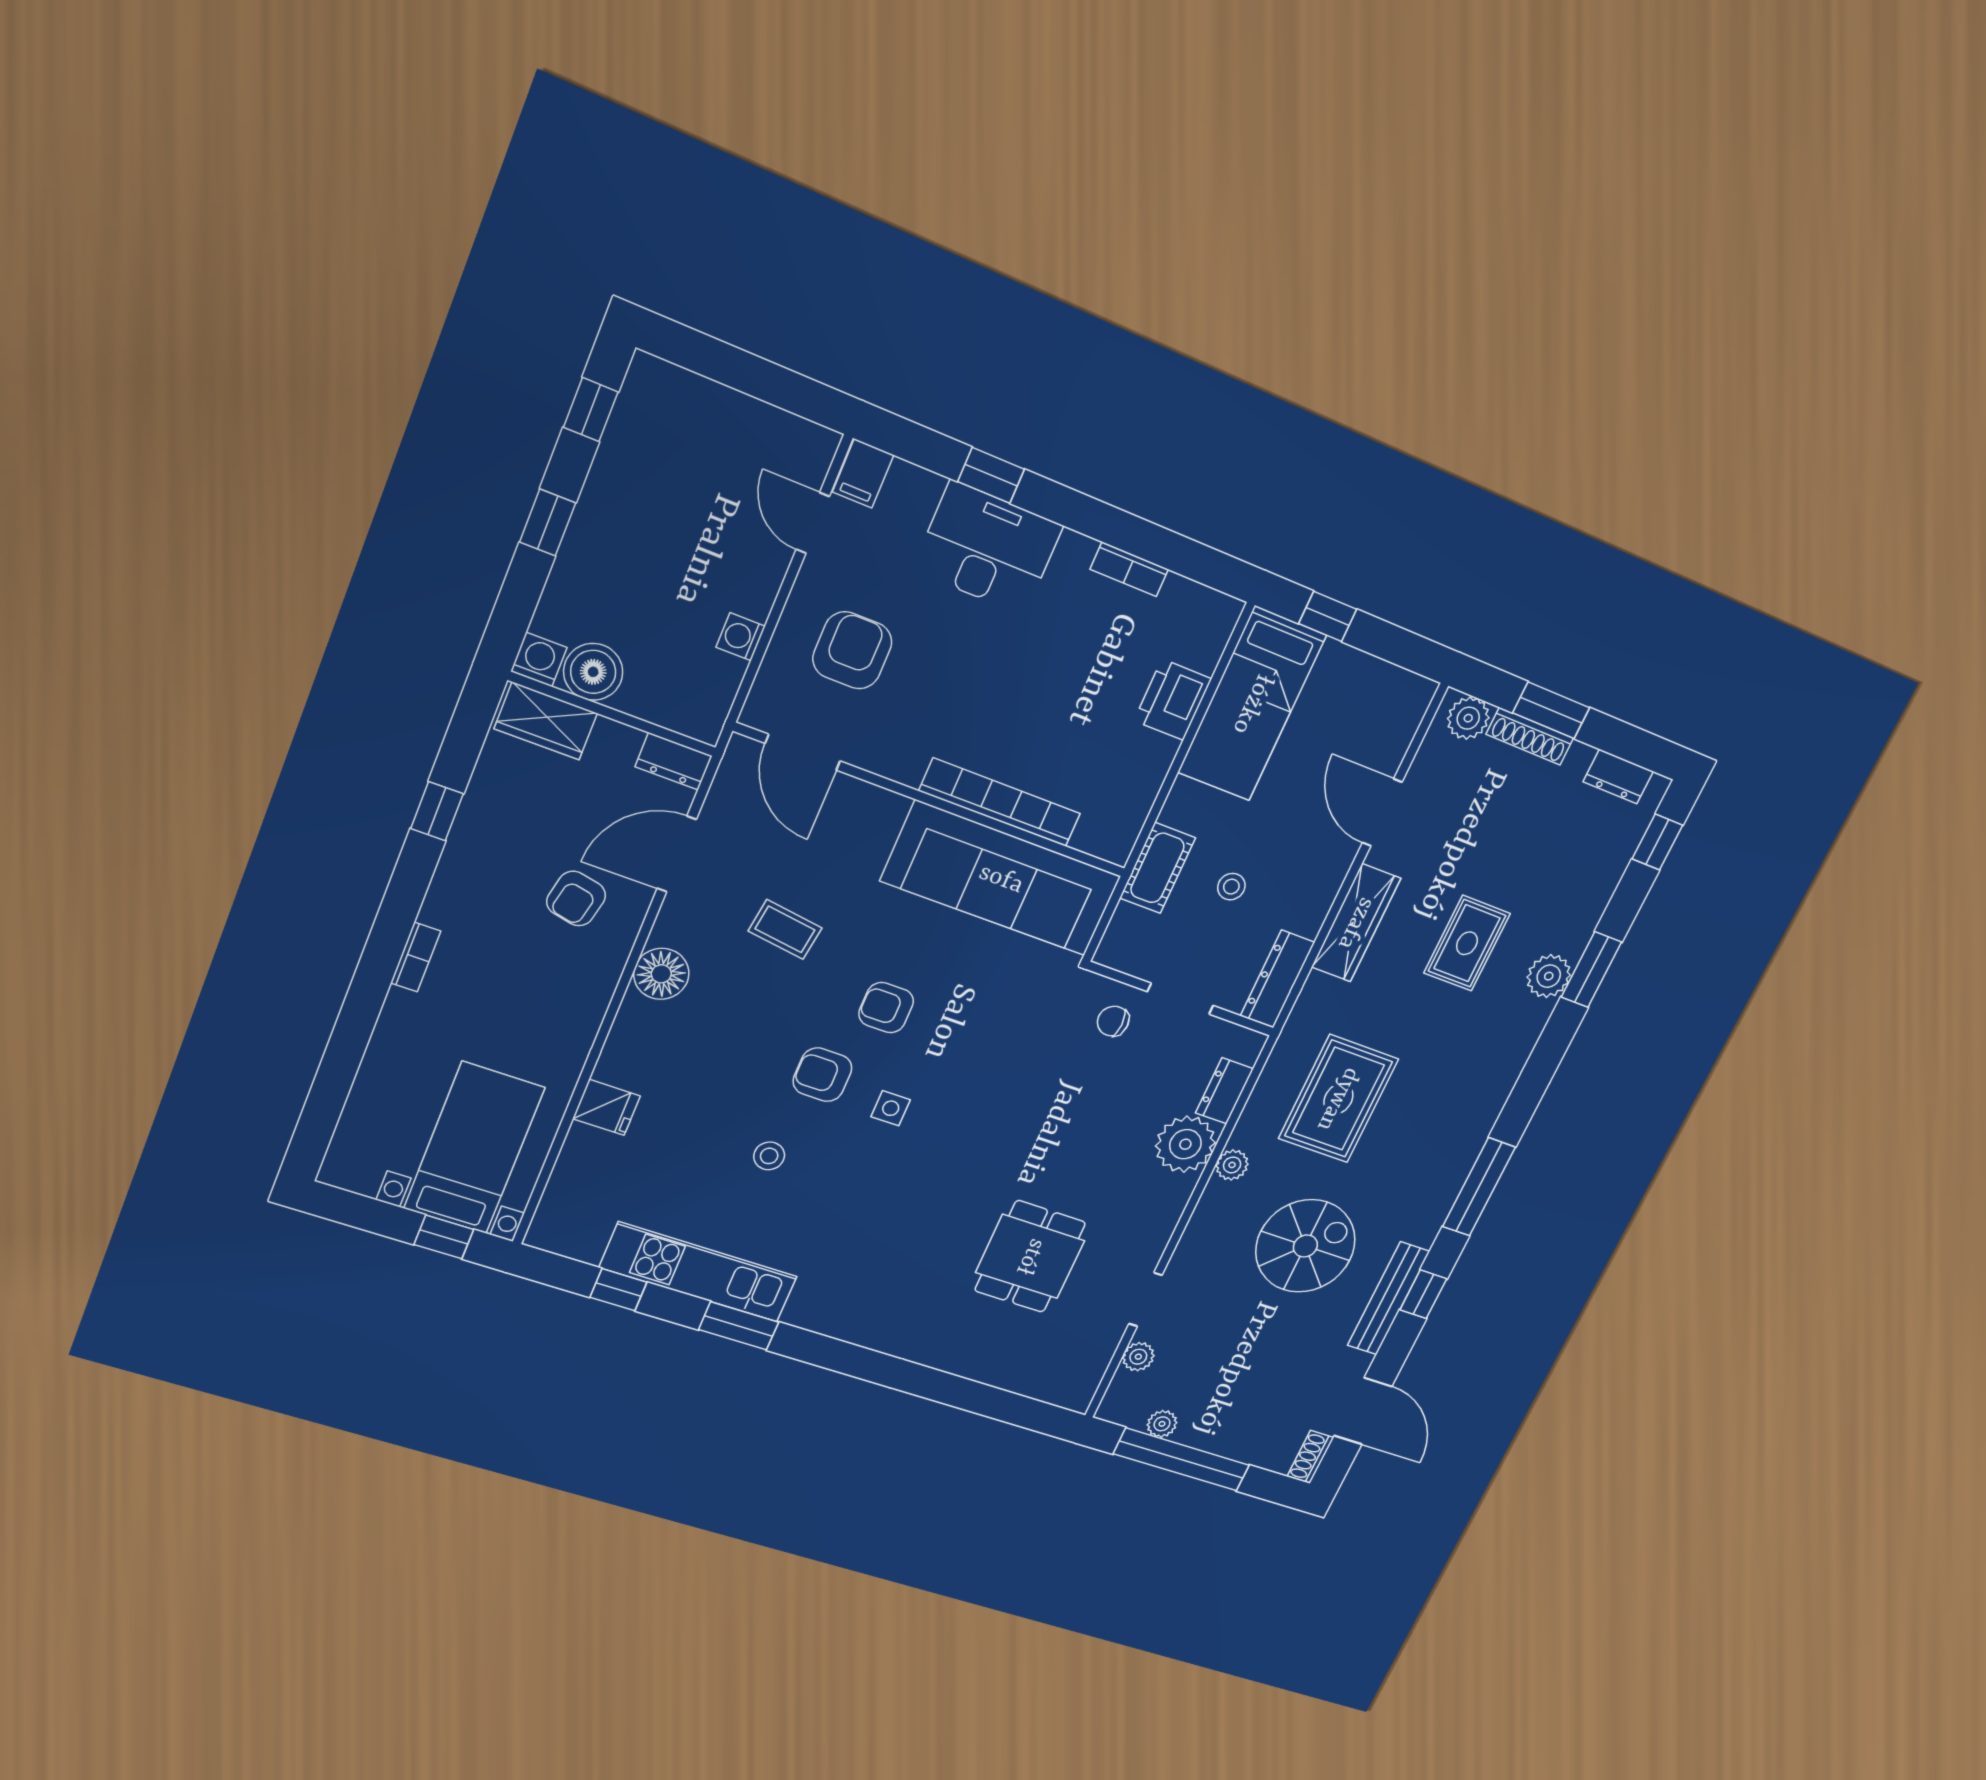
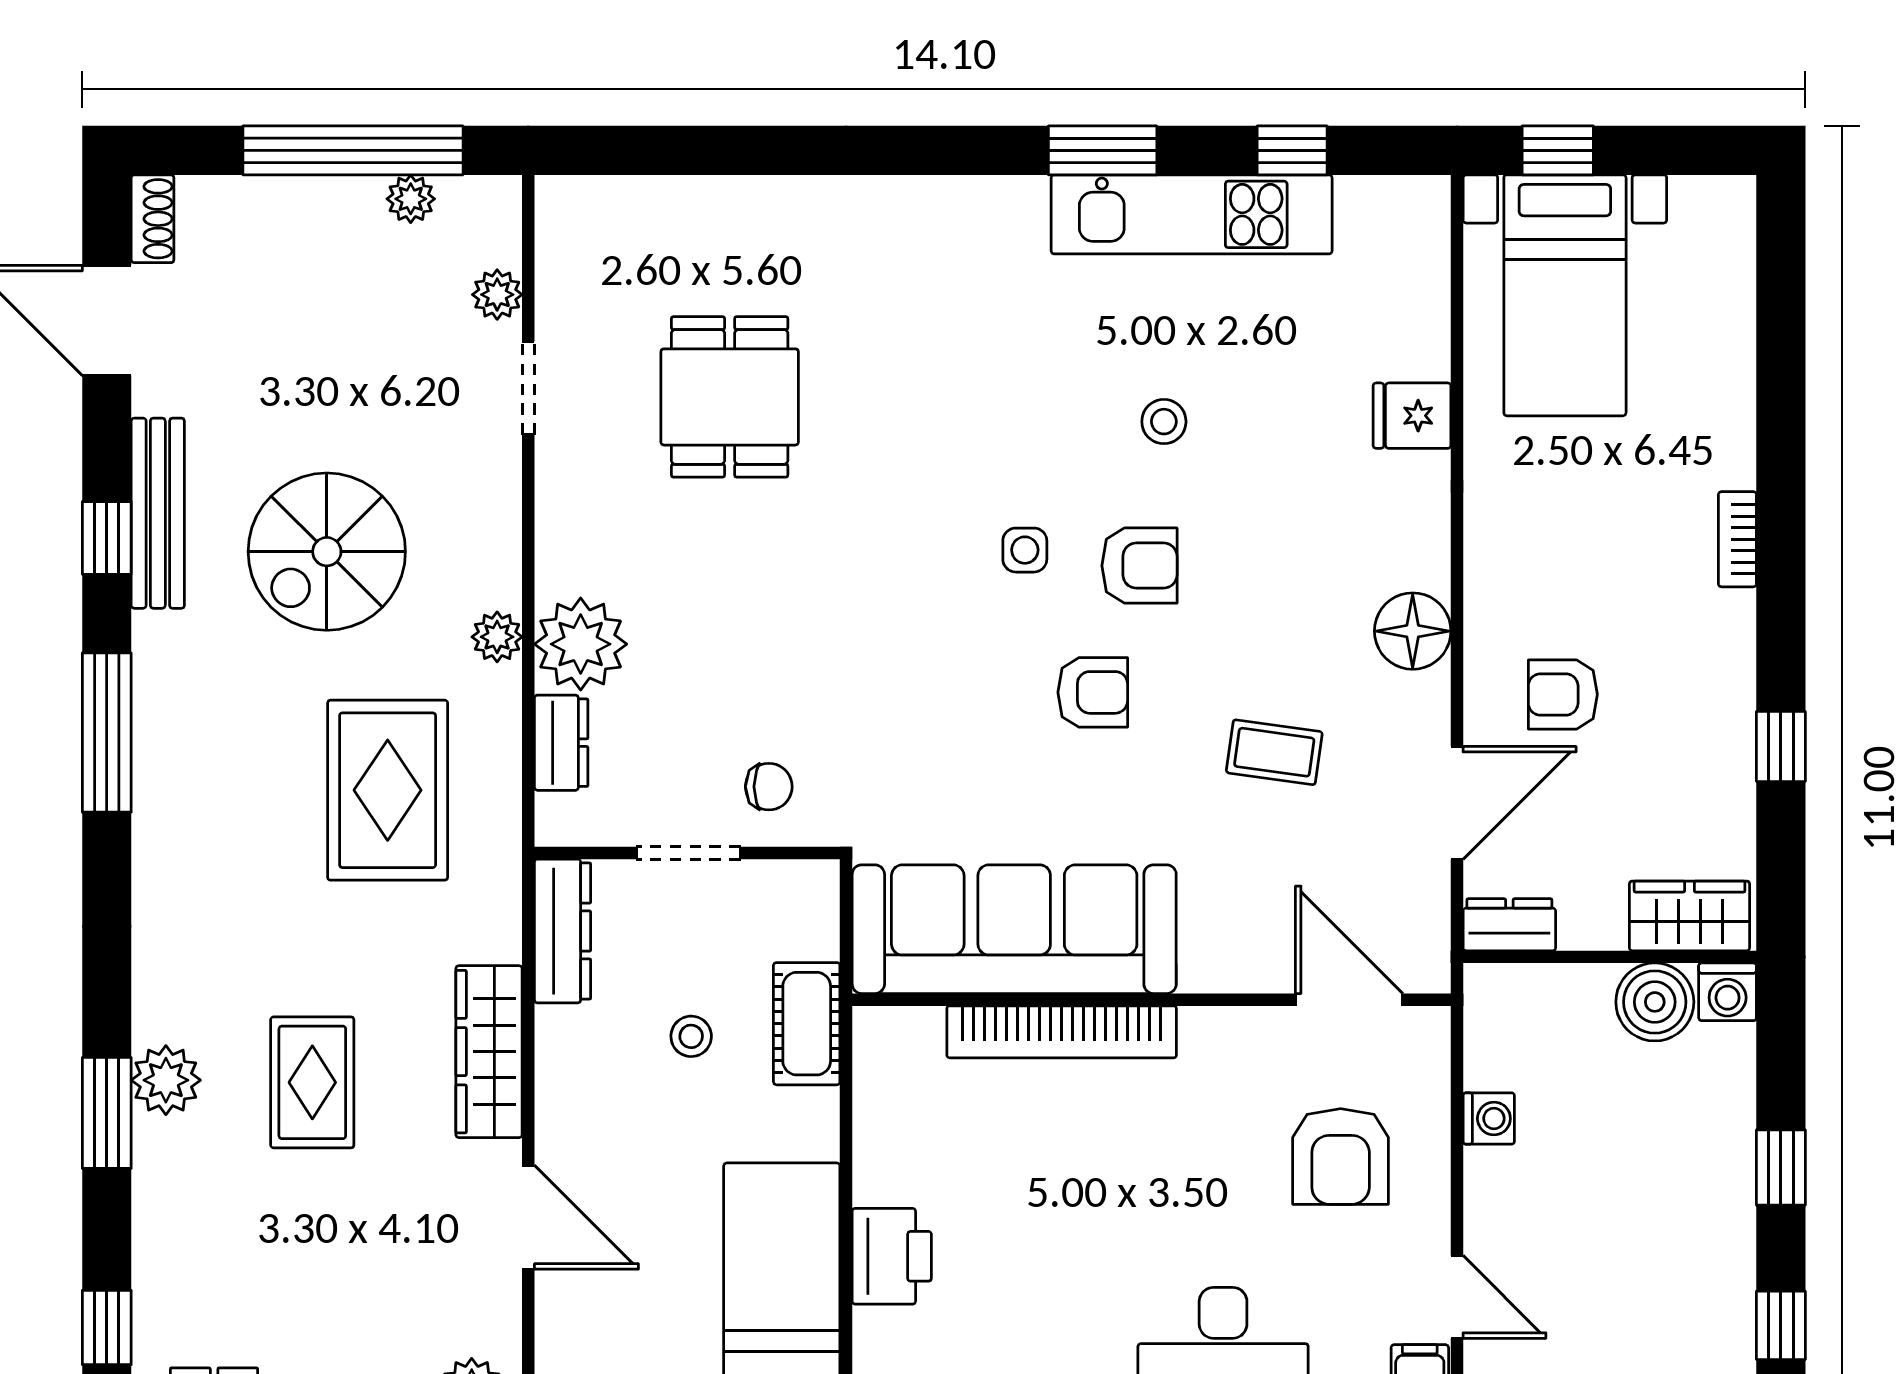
armchair: (576, 898) -> (1563, 694), turned -102

